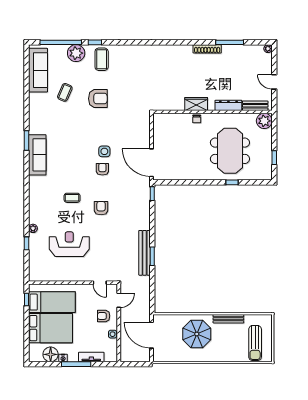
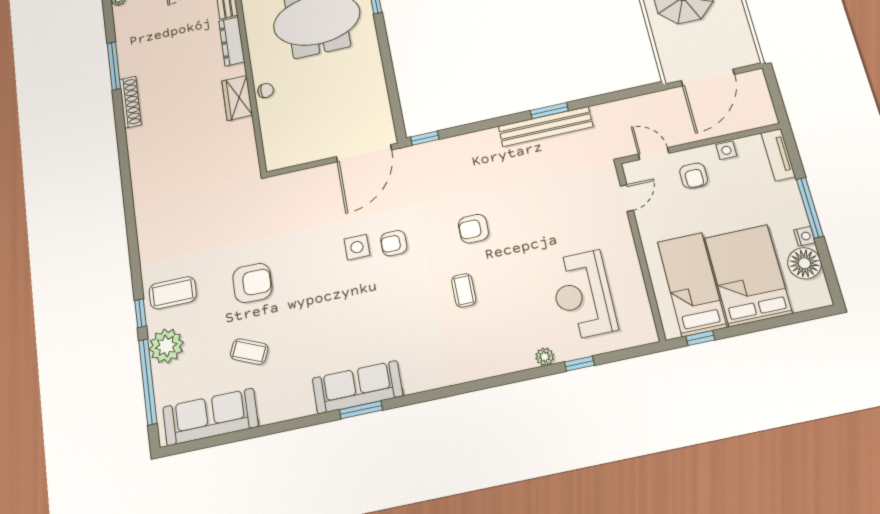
armchair: (98, 99) -> (252, 283), turned 91
sofa: (37, 155) -> (357, 387), moved
reception desk: (69, 244) -> (583, 295), moved
tv unit: (91, 357) -> (778, 155), moved

